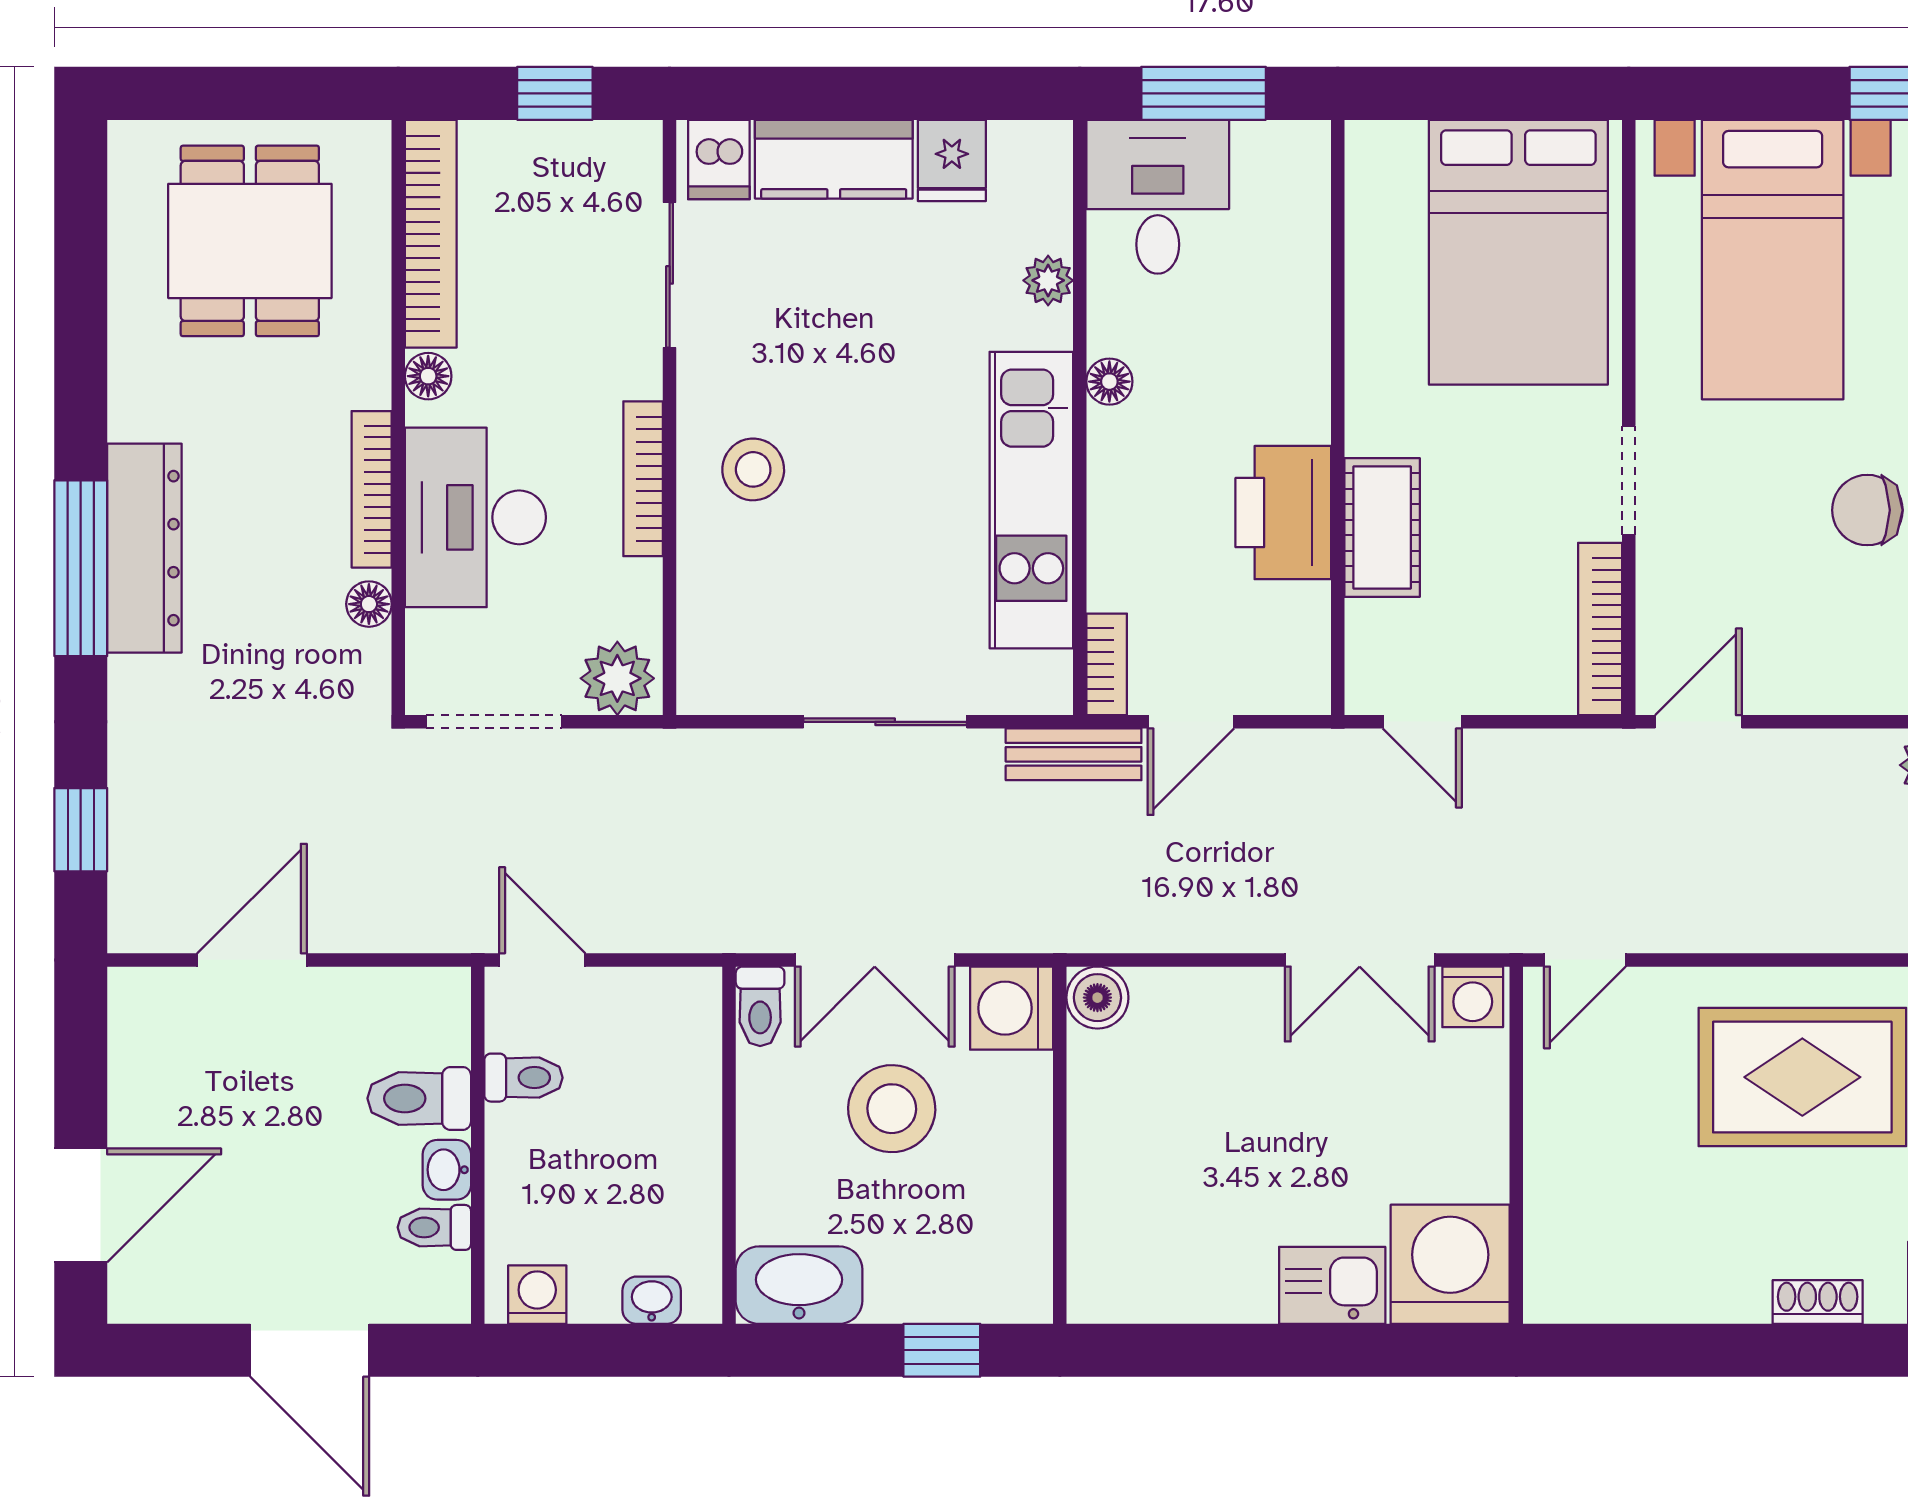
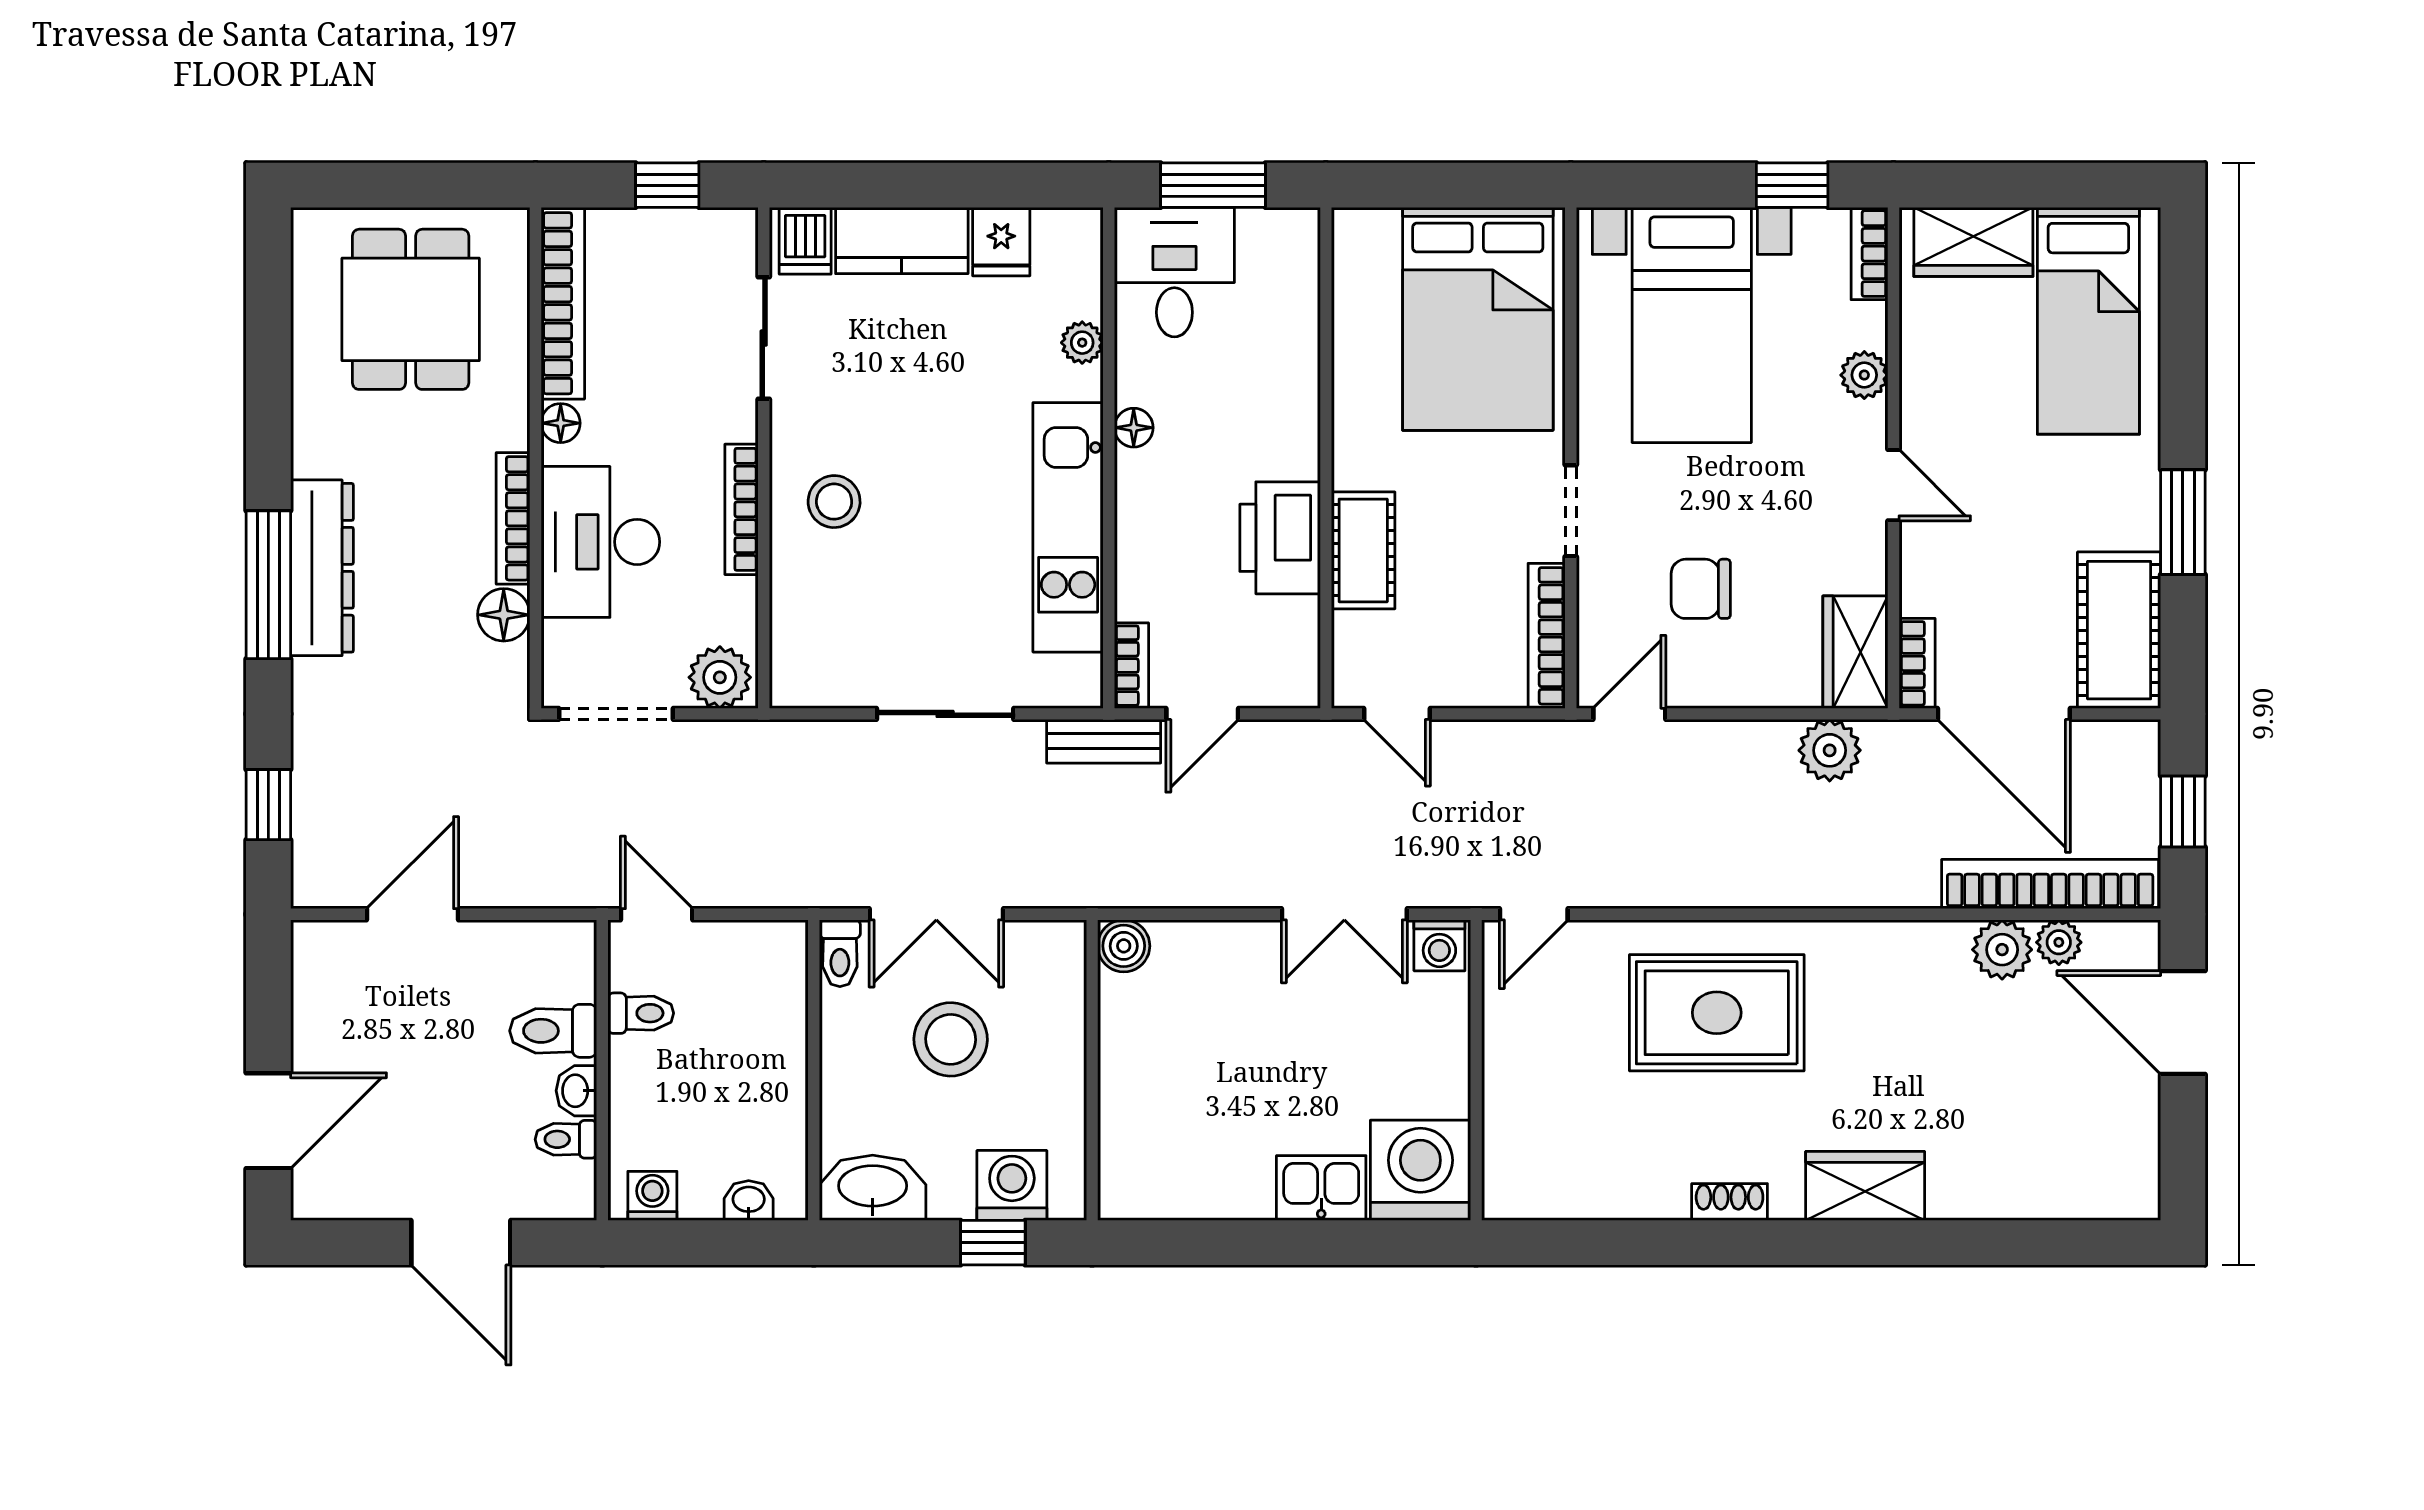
chair: (1867, 510) -> (1701, 589), moved
floor lamp: (369, 604) -> (504, 615), width x1.37, depth x1.37
washing machine: (1012, 1008) -> (1012, 1185), moved, turned 90

